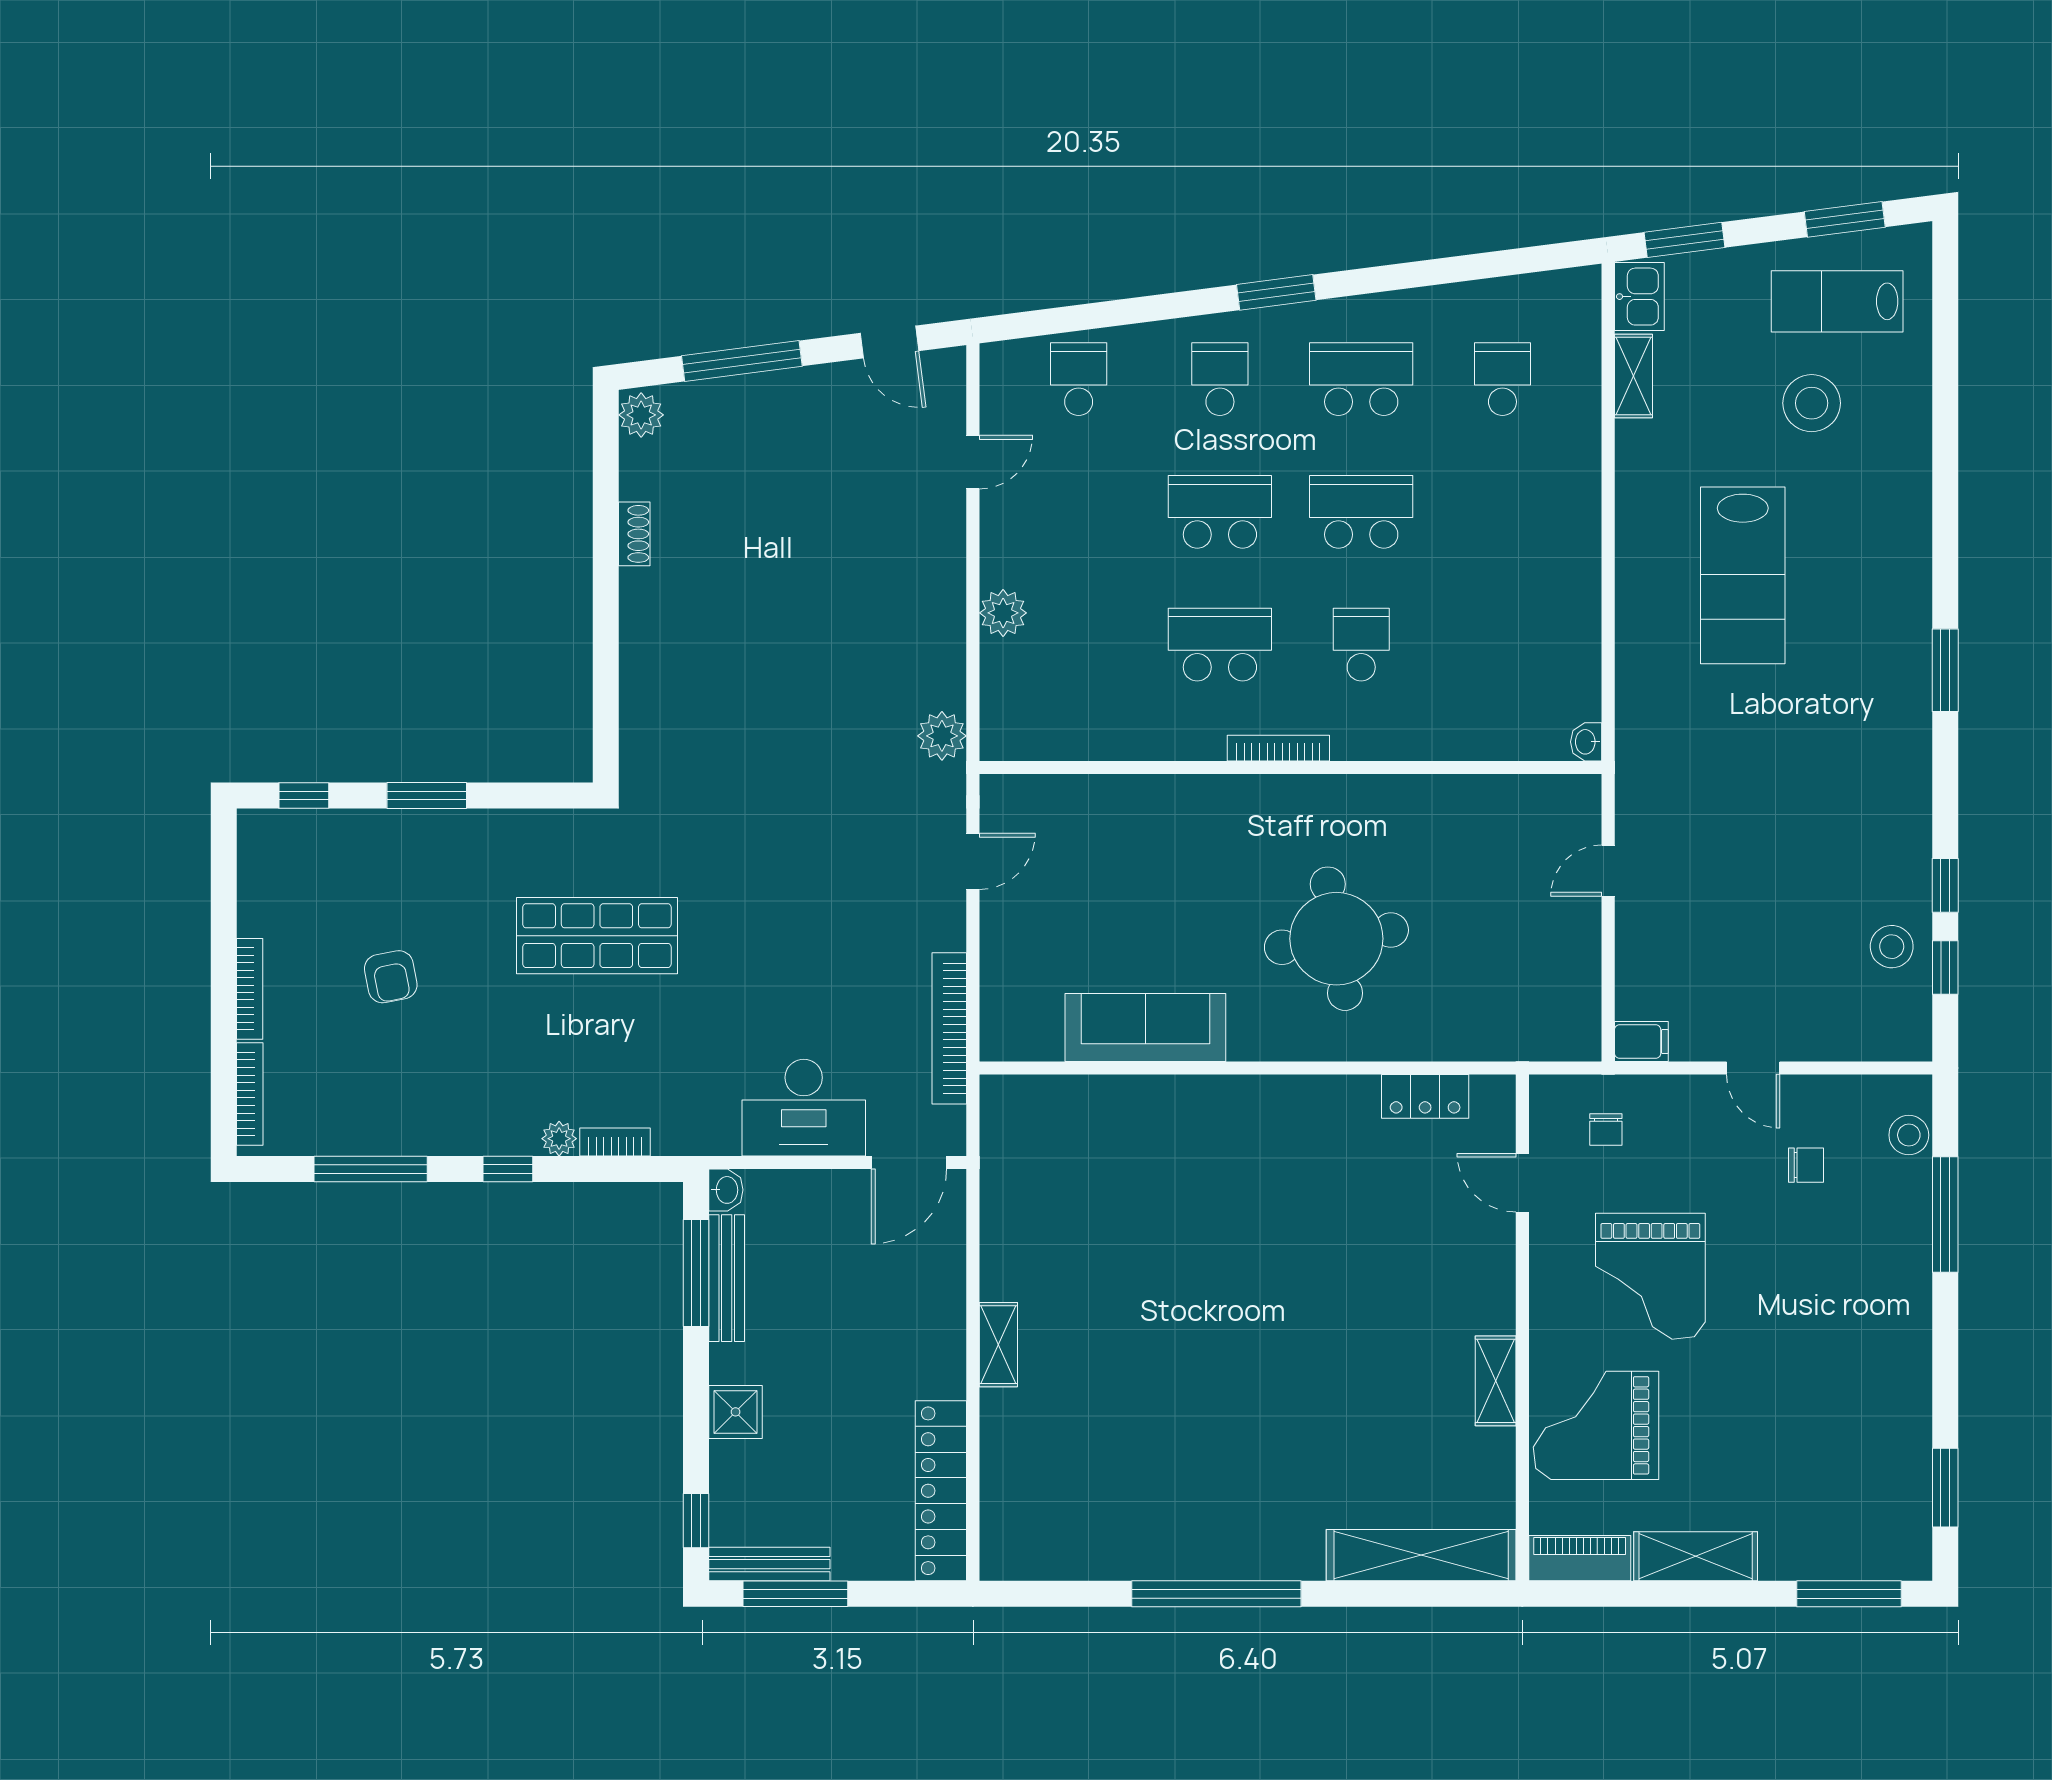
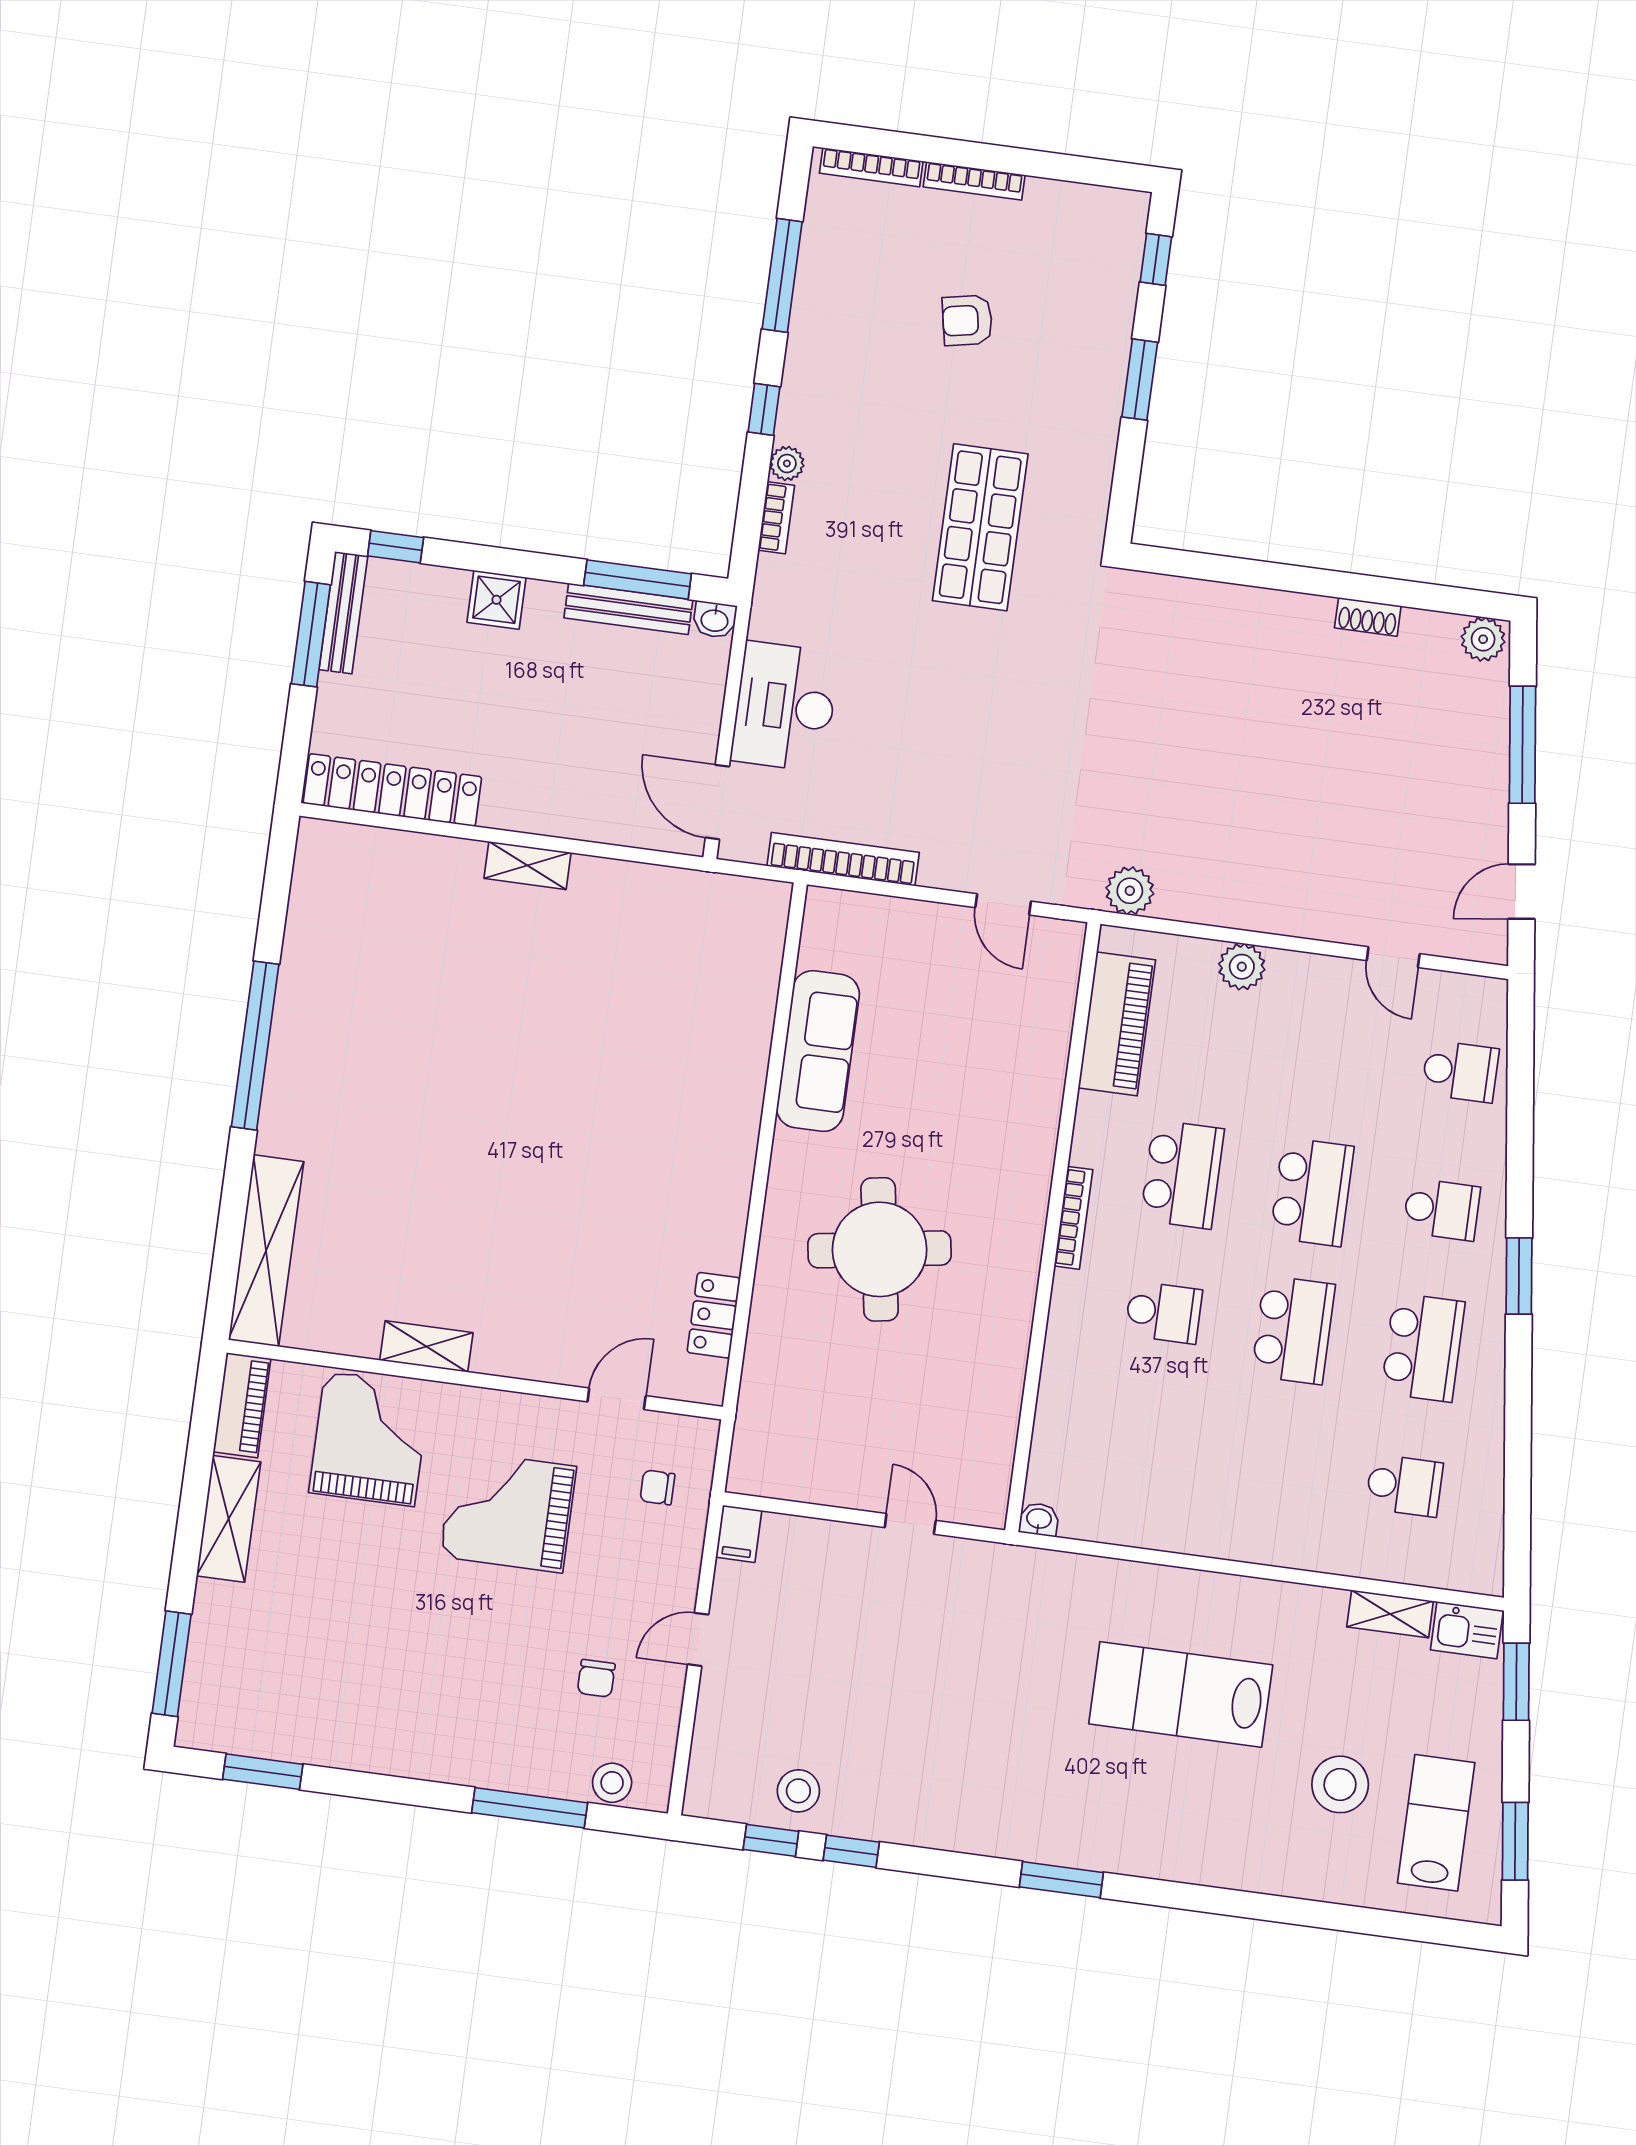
piano: (1078, 731) -> (1117, 1024), added

